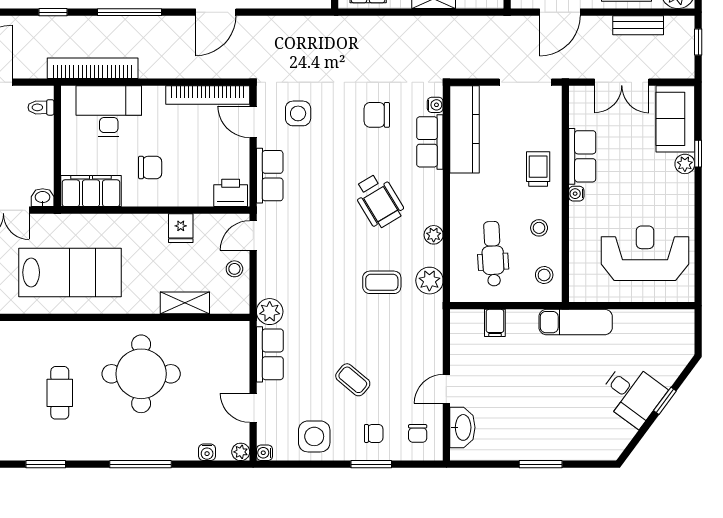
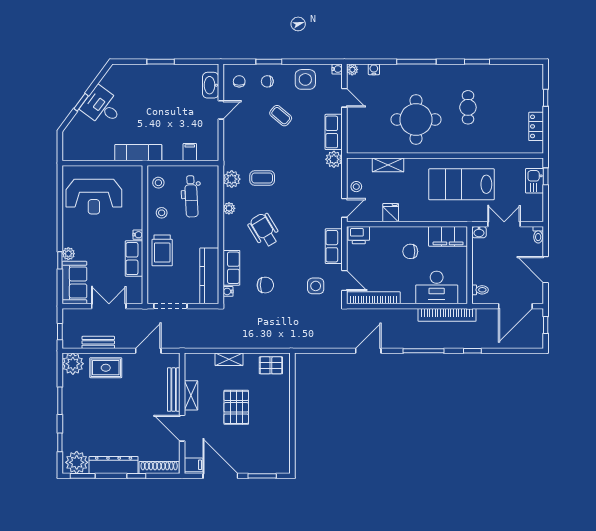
trolley: (538, 169) -> (162, 250), width x1.36, depth x1.39

